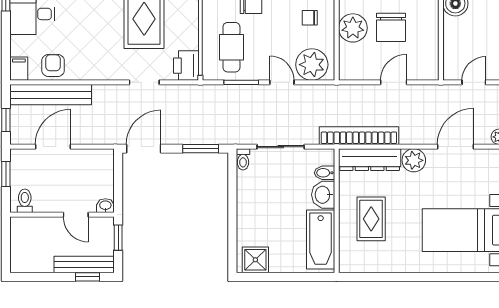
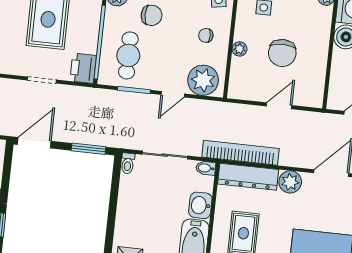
plant: (353, 28) -> (240, 49), width x0.53, depth x0.53
door: (282, 82) -> (173, 94), swing flipped
bidet: (325, 173) -> (206, 168), moved

